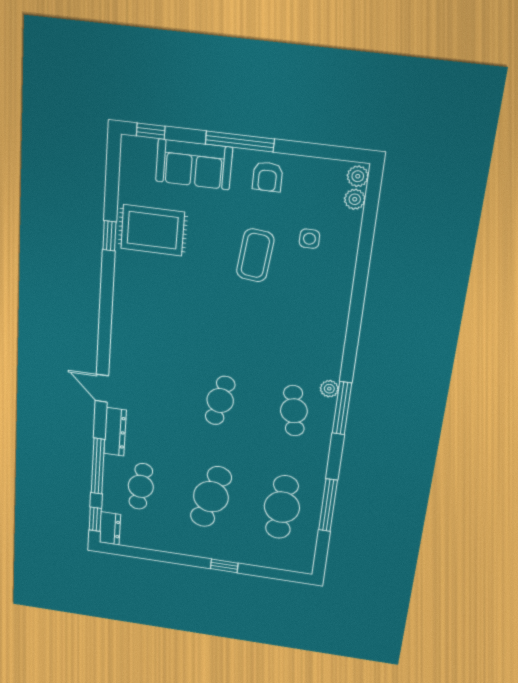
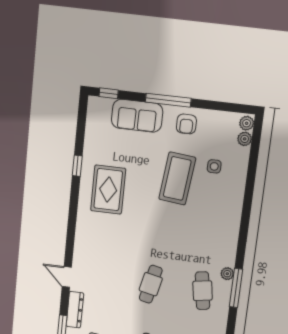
rug: (153, 230) -> (108, 190), moved, turned 90
coffee table: (255, 255) -> (177, 178), width x1.36, depth x1.32

